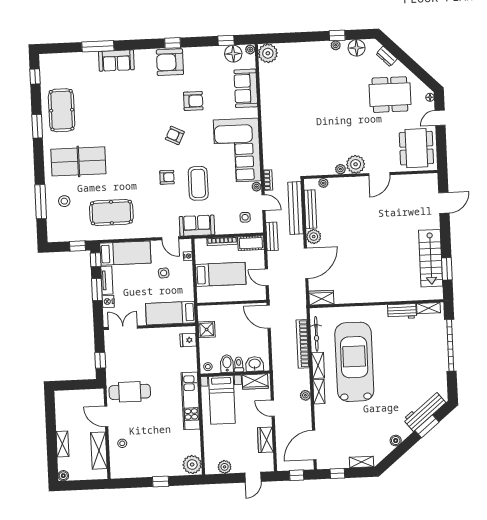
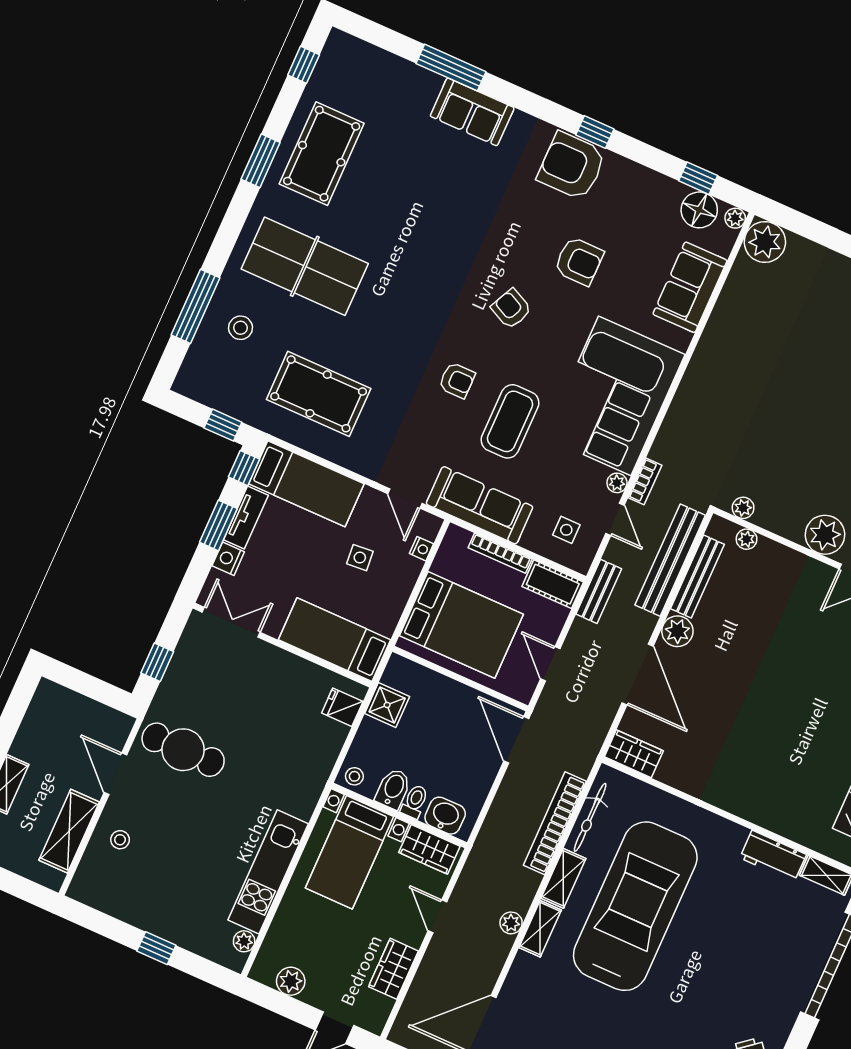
plant: (340, 169) -> (743, 508), moved
sofa: (197, 226) -> (480, 505), width x1.36
door: (306, 263) -> (638, 674), hinge flipped
bed: (221, 274) -> (461, 625), width x1.50
kitchen unit: (191, 401) -> (268, 872), moved
plant: (192, 465) -> (244, 941), width x0.53, depth x0.53

